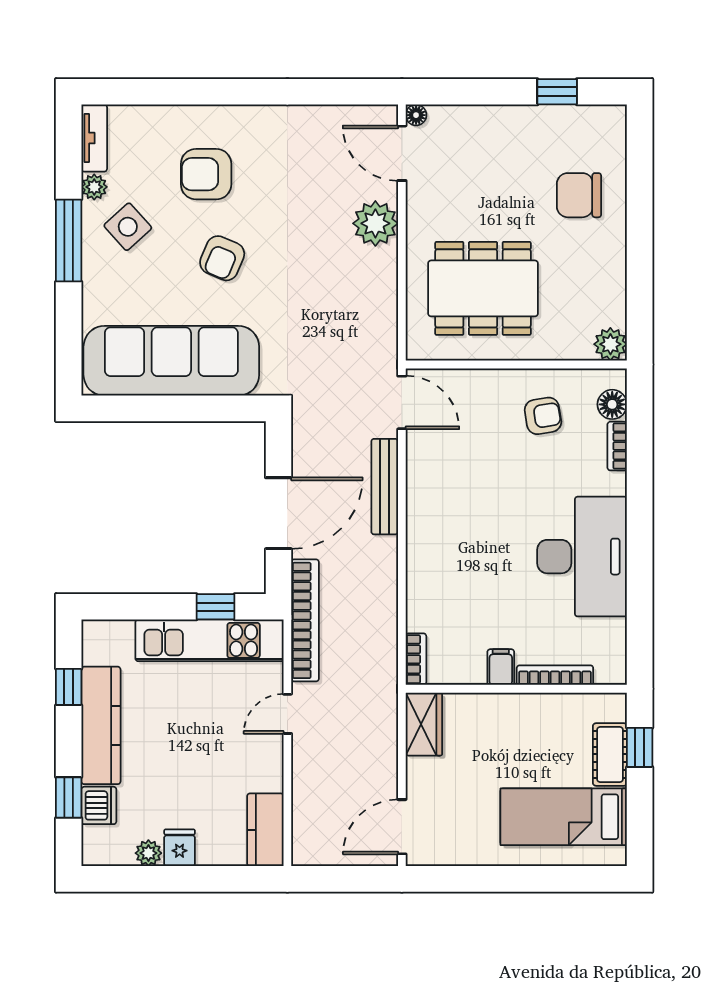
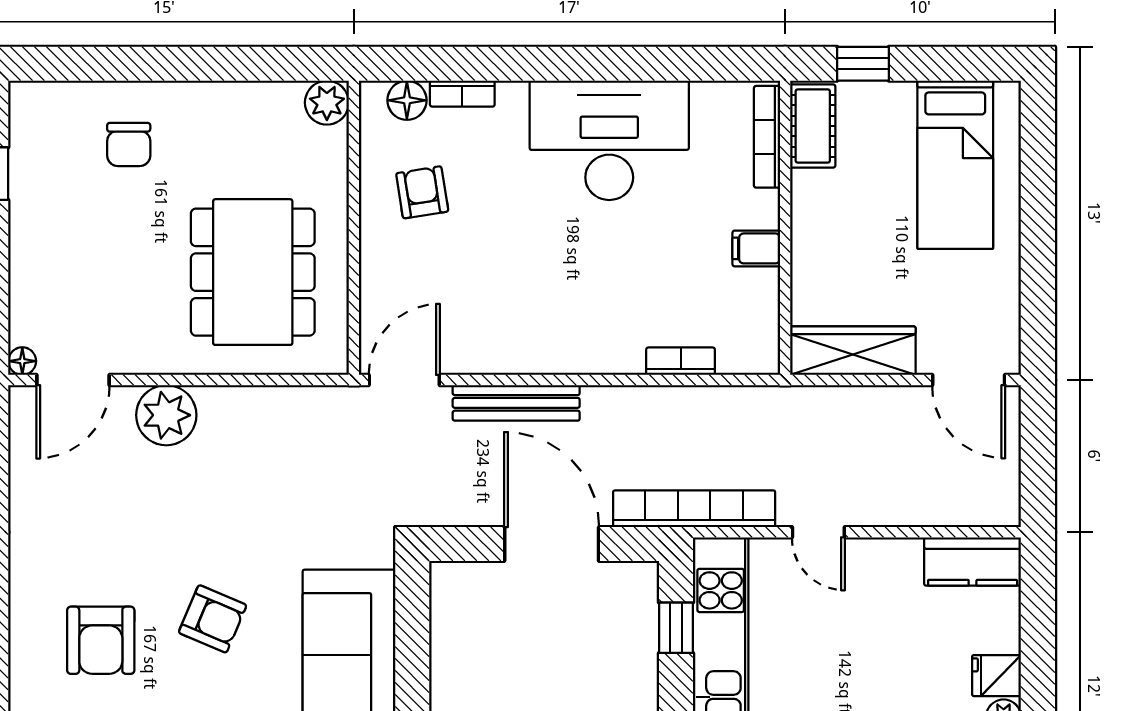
chair: (579, 195) -> (129, 144), width x0.73, depth x0.73
bookcase: (416, 659) -> (681, 361), moved
bookcase: (555, 675) -> (767, 137), moved
wardrobe: (424, 724) -> (853, 351), width x1.50
cot: (610, 754) -> (813, 126), moved, turned 90

